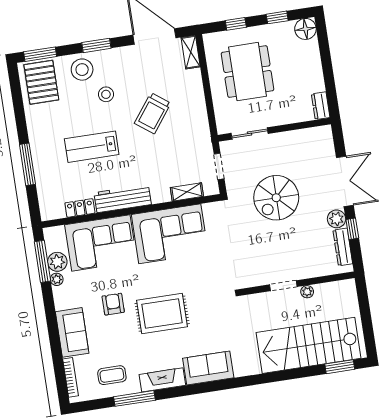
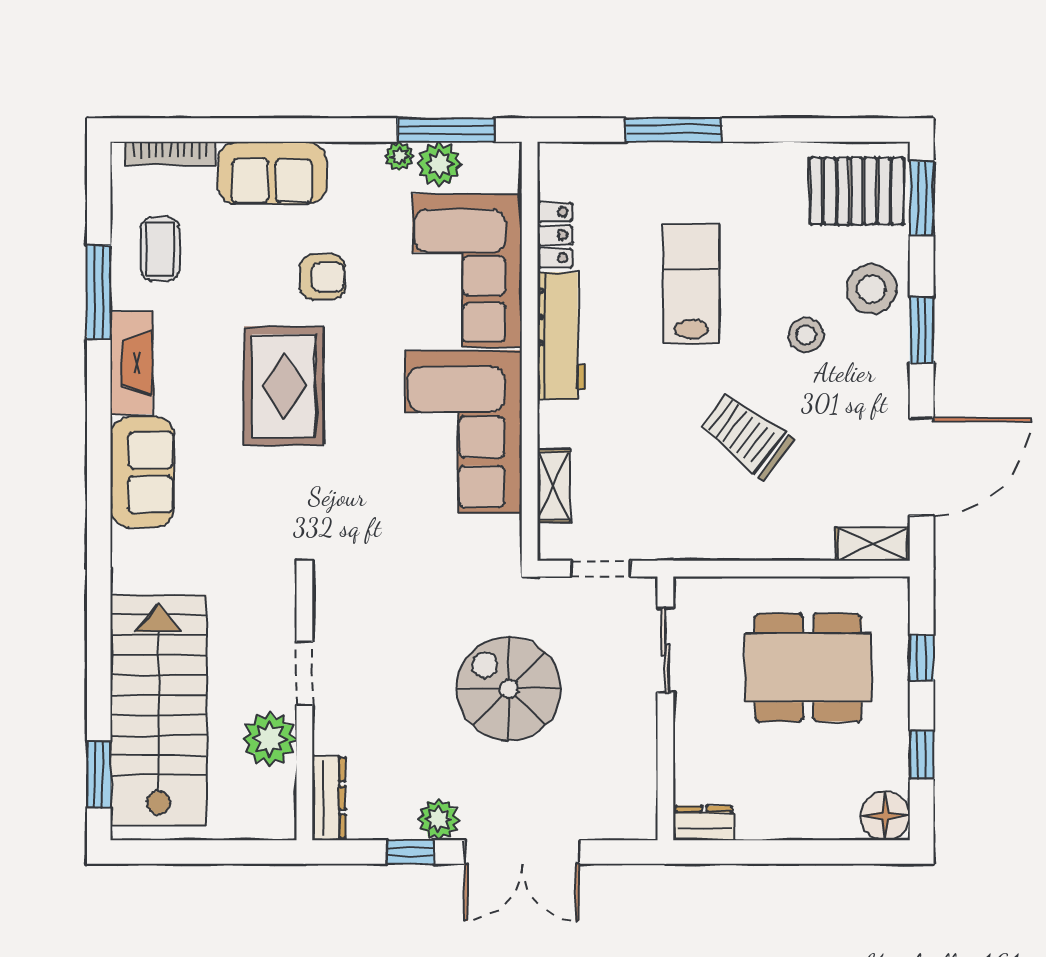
dresser: (343, 247) -> (329, 798), moved, turned 90
plant: (307, 292) -> (269, 739), width x1.88, depth x1.88

